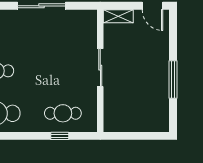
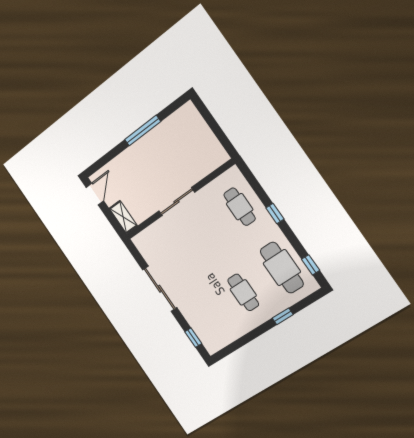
window: (60, 136) -> (275, 213), moved

